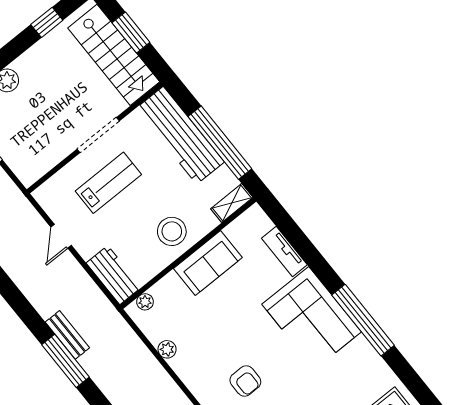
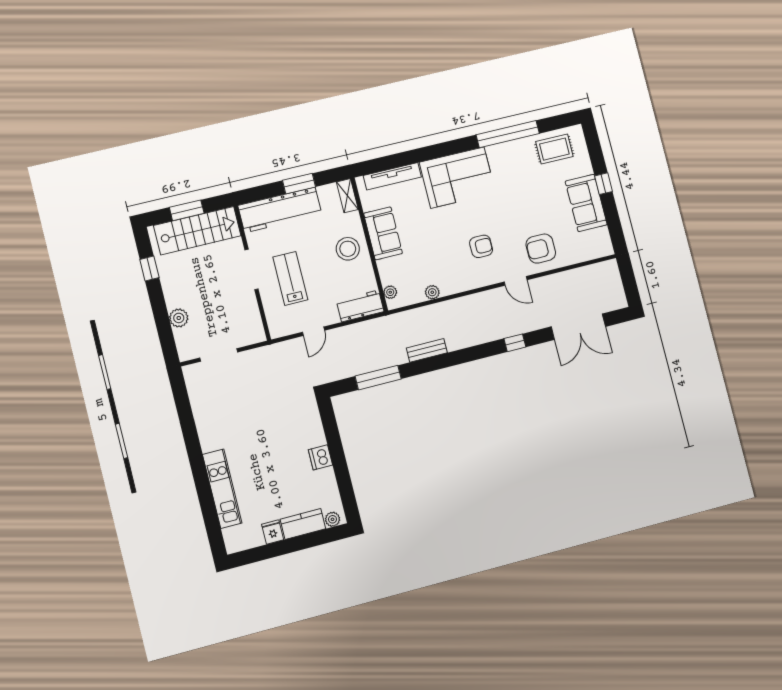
window: (220, 143) -> (299, 184), width x0.47
door: (61, 236) -> (314, 331), hinge flipped
tv unit: (284, 252) -> (392, 176), width x1.41
window: (363, 320) -> (508, 134), moved
bench: (67, 335) -> (427, 350), moved
window: (66, 361) -> (378, 378), moved

